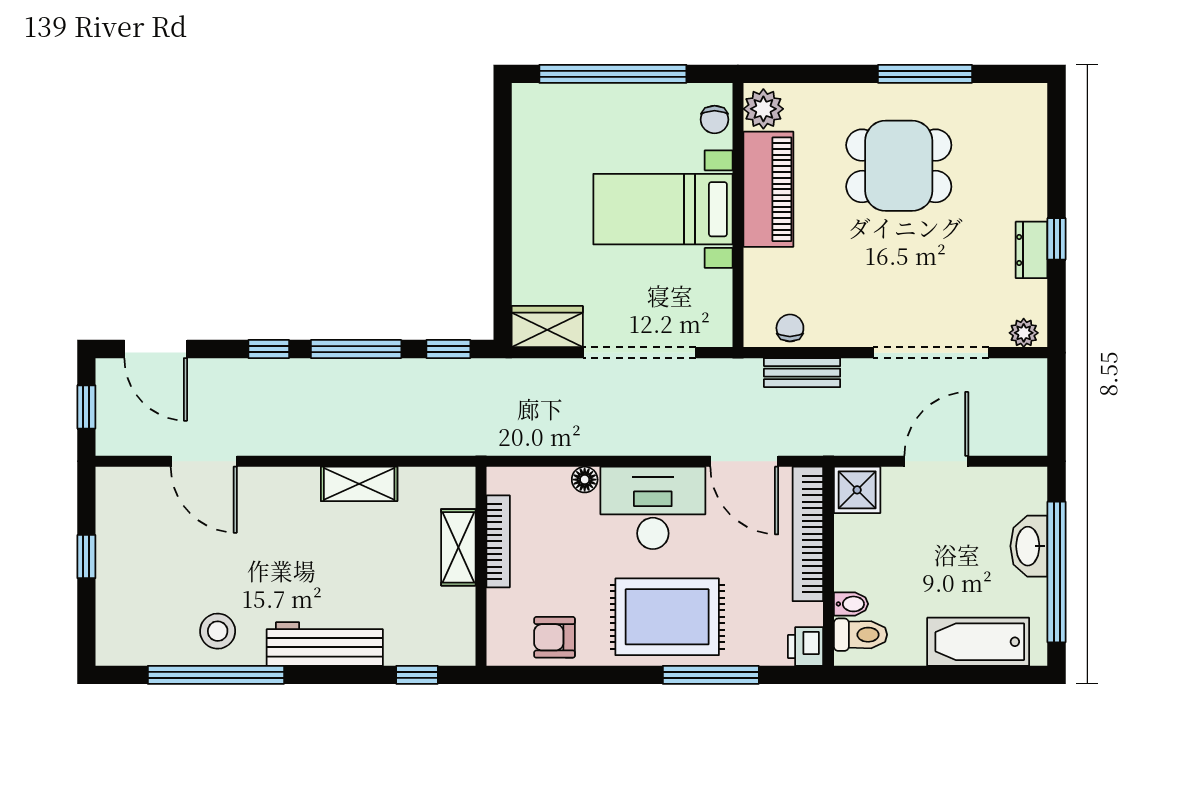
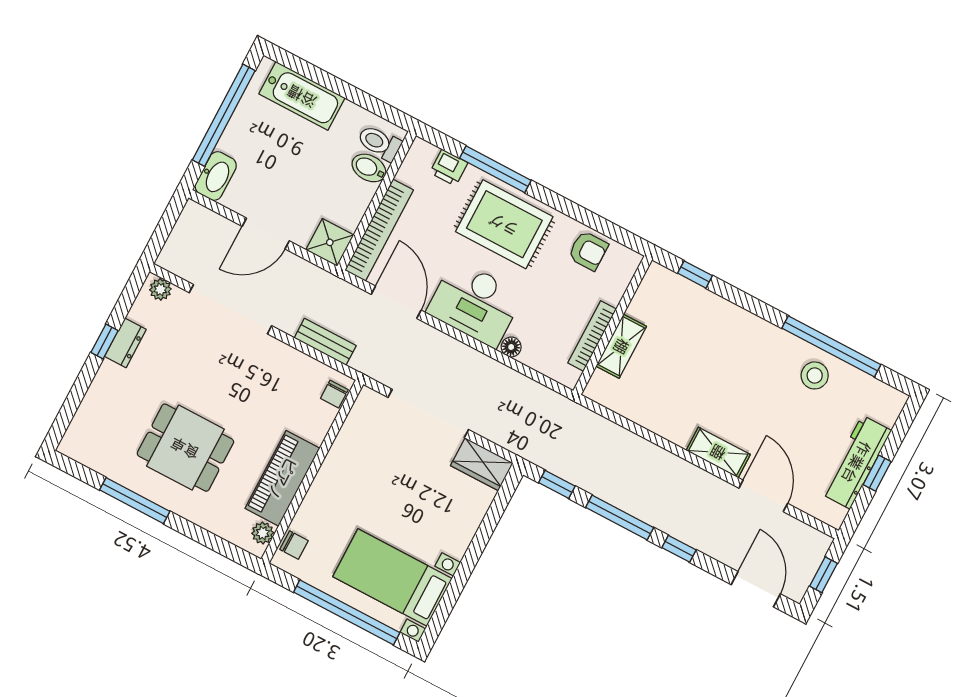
plant: (763, 109) -> (263, 533), width x0.73, depth x0.73
chair: (715, 120) -> (294, 545), turned 90
bed with nightstands: (663, 209) -> (392, 578), moved, turned 180
chair: (790, 328) -> (334, 394), moved
shelving: (359, 484) -> (718, 452), moved
washbasin: (1029, 546) -> (216, 176), moved
bidet: (851, 604) -> (369, 168), width x1.38, depth x1.36
workbench: (325, 644) -> (856, 462), moved, turned 90
printer: (806, 647) -> (449, 168), moved, turned 90

